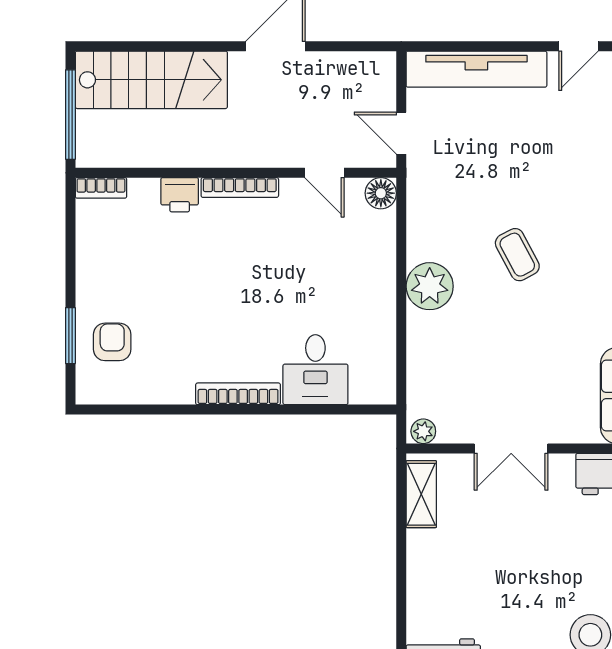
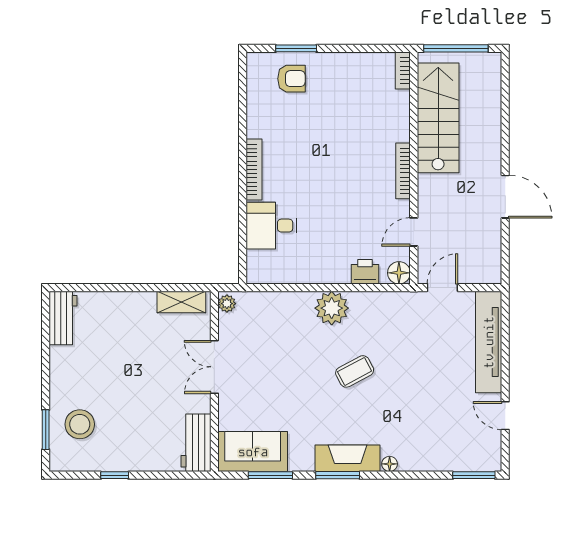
stairs: (151, 80) -> (438, 118), moved, turned 180
printer: (180, 195) -> (365, 272), moved, turned 90

